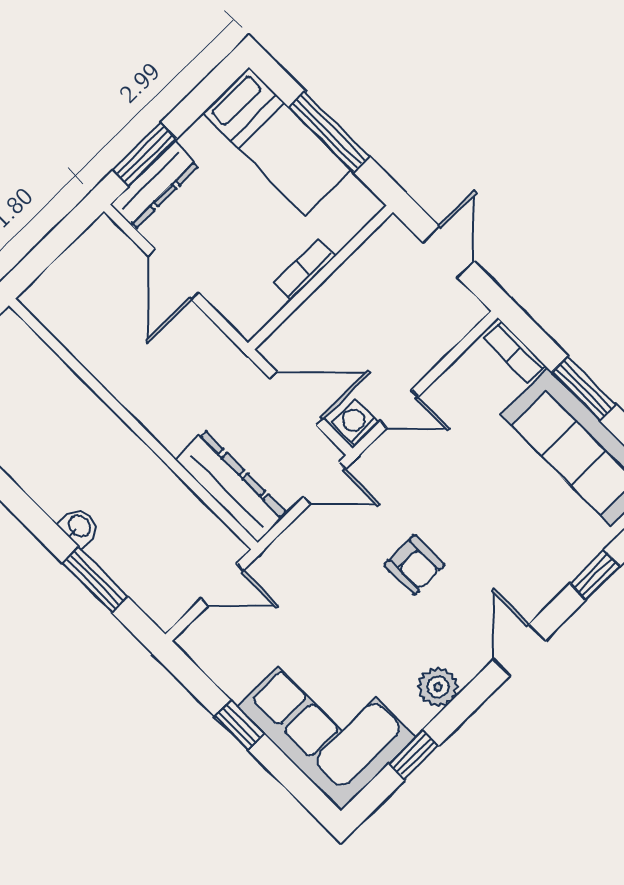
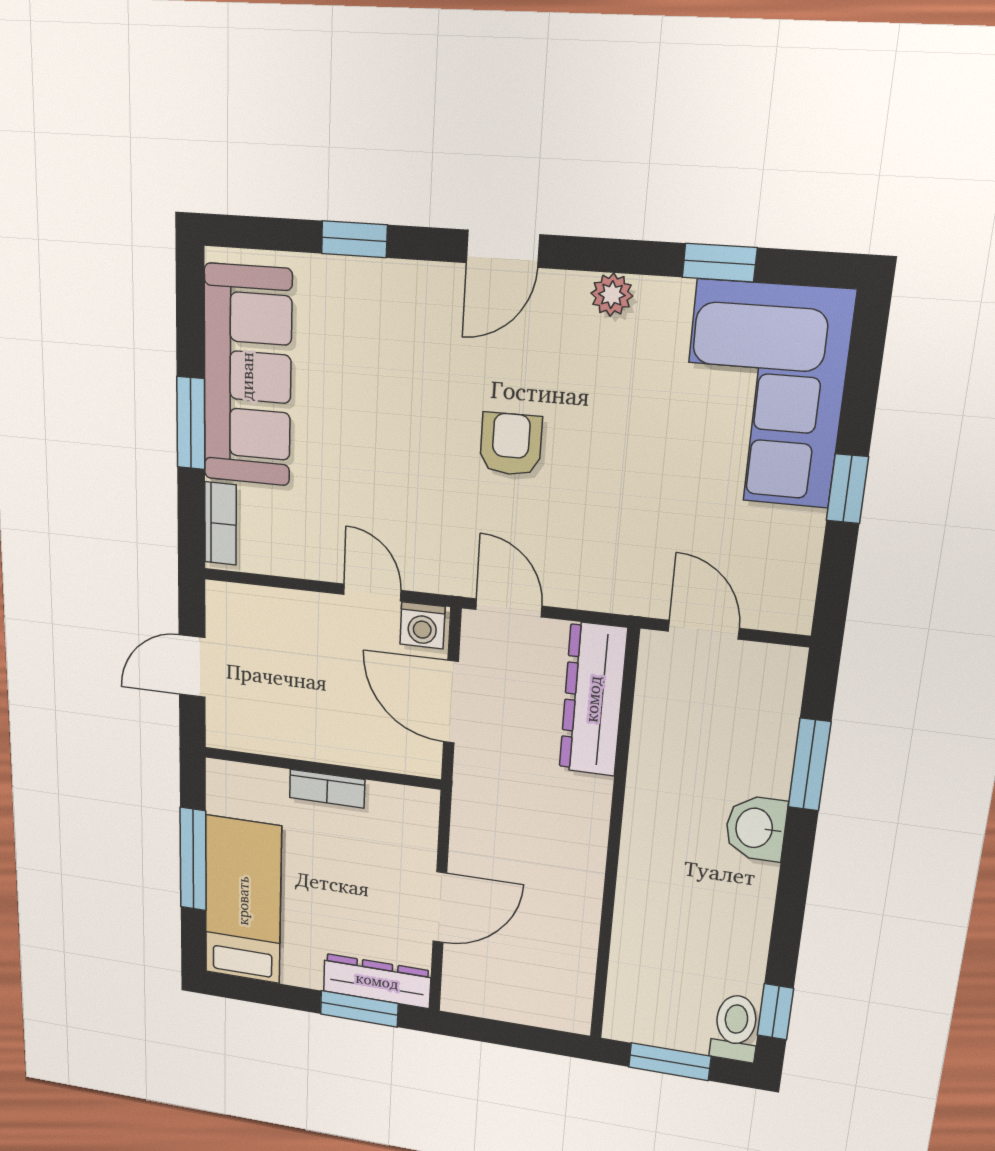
washbasin: (79, 527) -> (756, 828), width x1.38, depth x1.45
plant: (438, 687) -> (612, 295), width x0.73, depth x0.73

